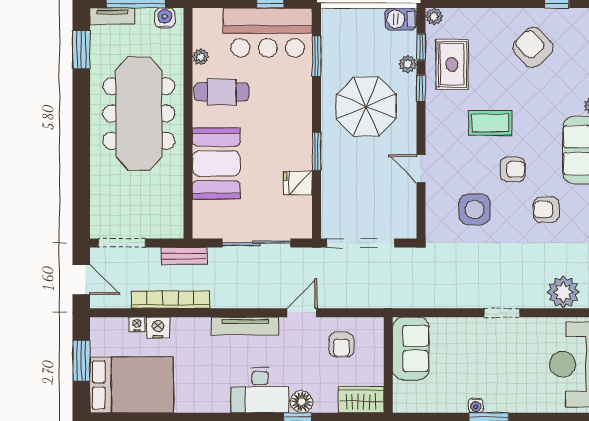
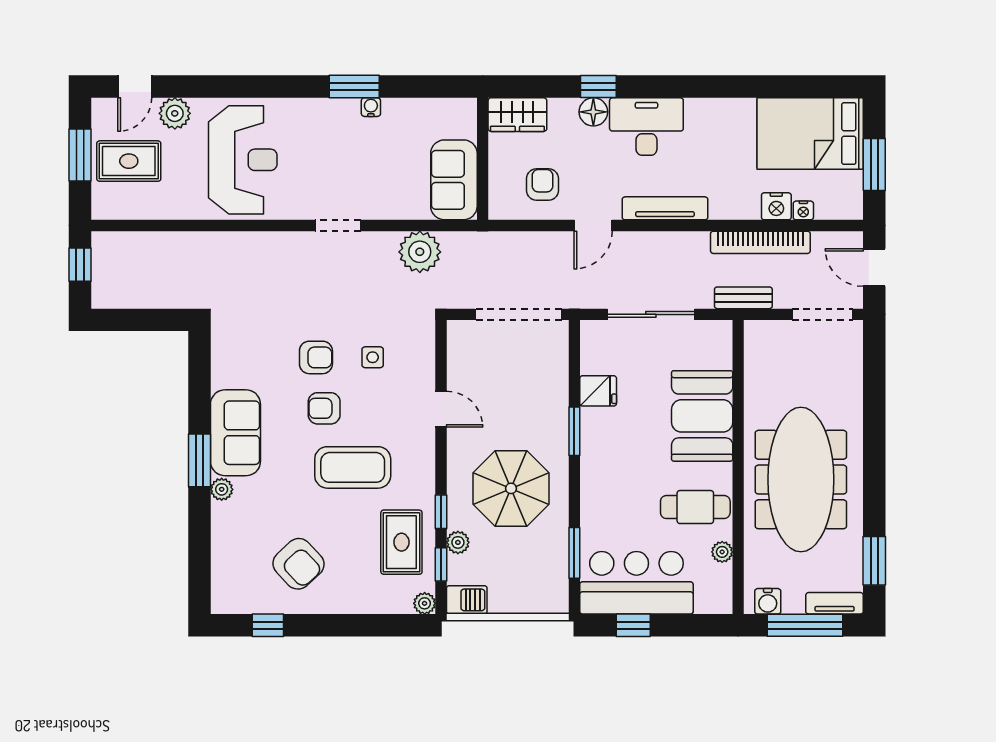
coffee table: (490, 123) -> (353, 467), width x1.36, depth x1.32
side table: (475, 209) -> (373, 357), width x0.54, depth x0.54
armchair: (546, 210) -> (316, 357), moved
plant: (563, 292) -> (420, 252), moved

